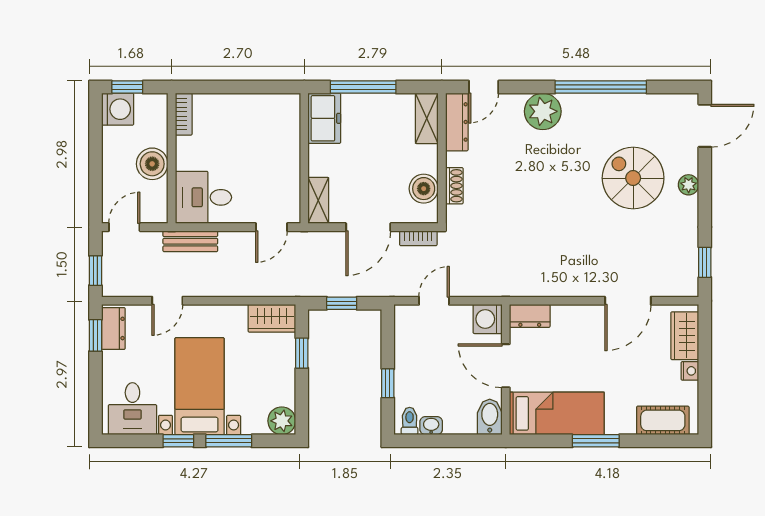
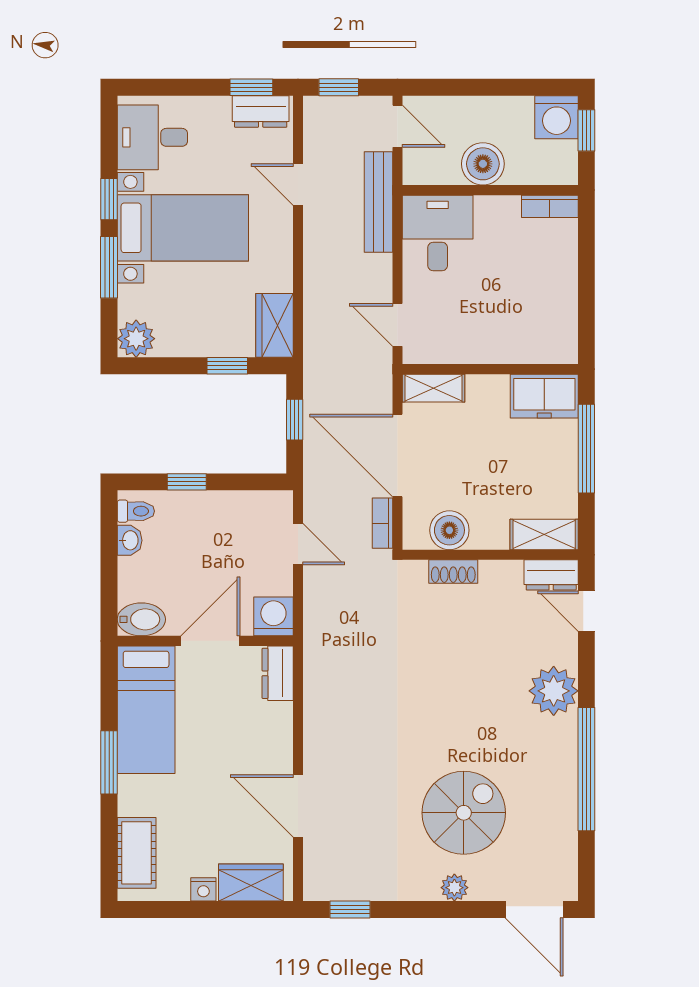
dresser: (457, 122) -> (551, 575), width x0.70
door: (368, 227) -> (397, 455), width x1.36
bench: (190, 241) -> (378, 202), width x1.36

